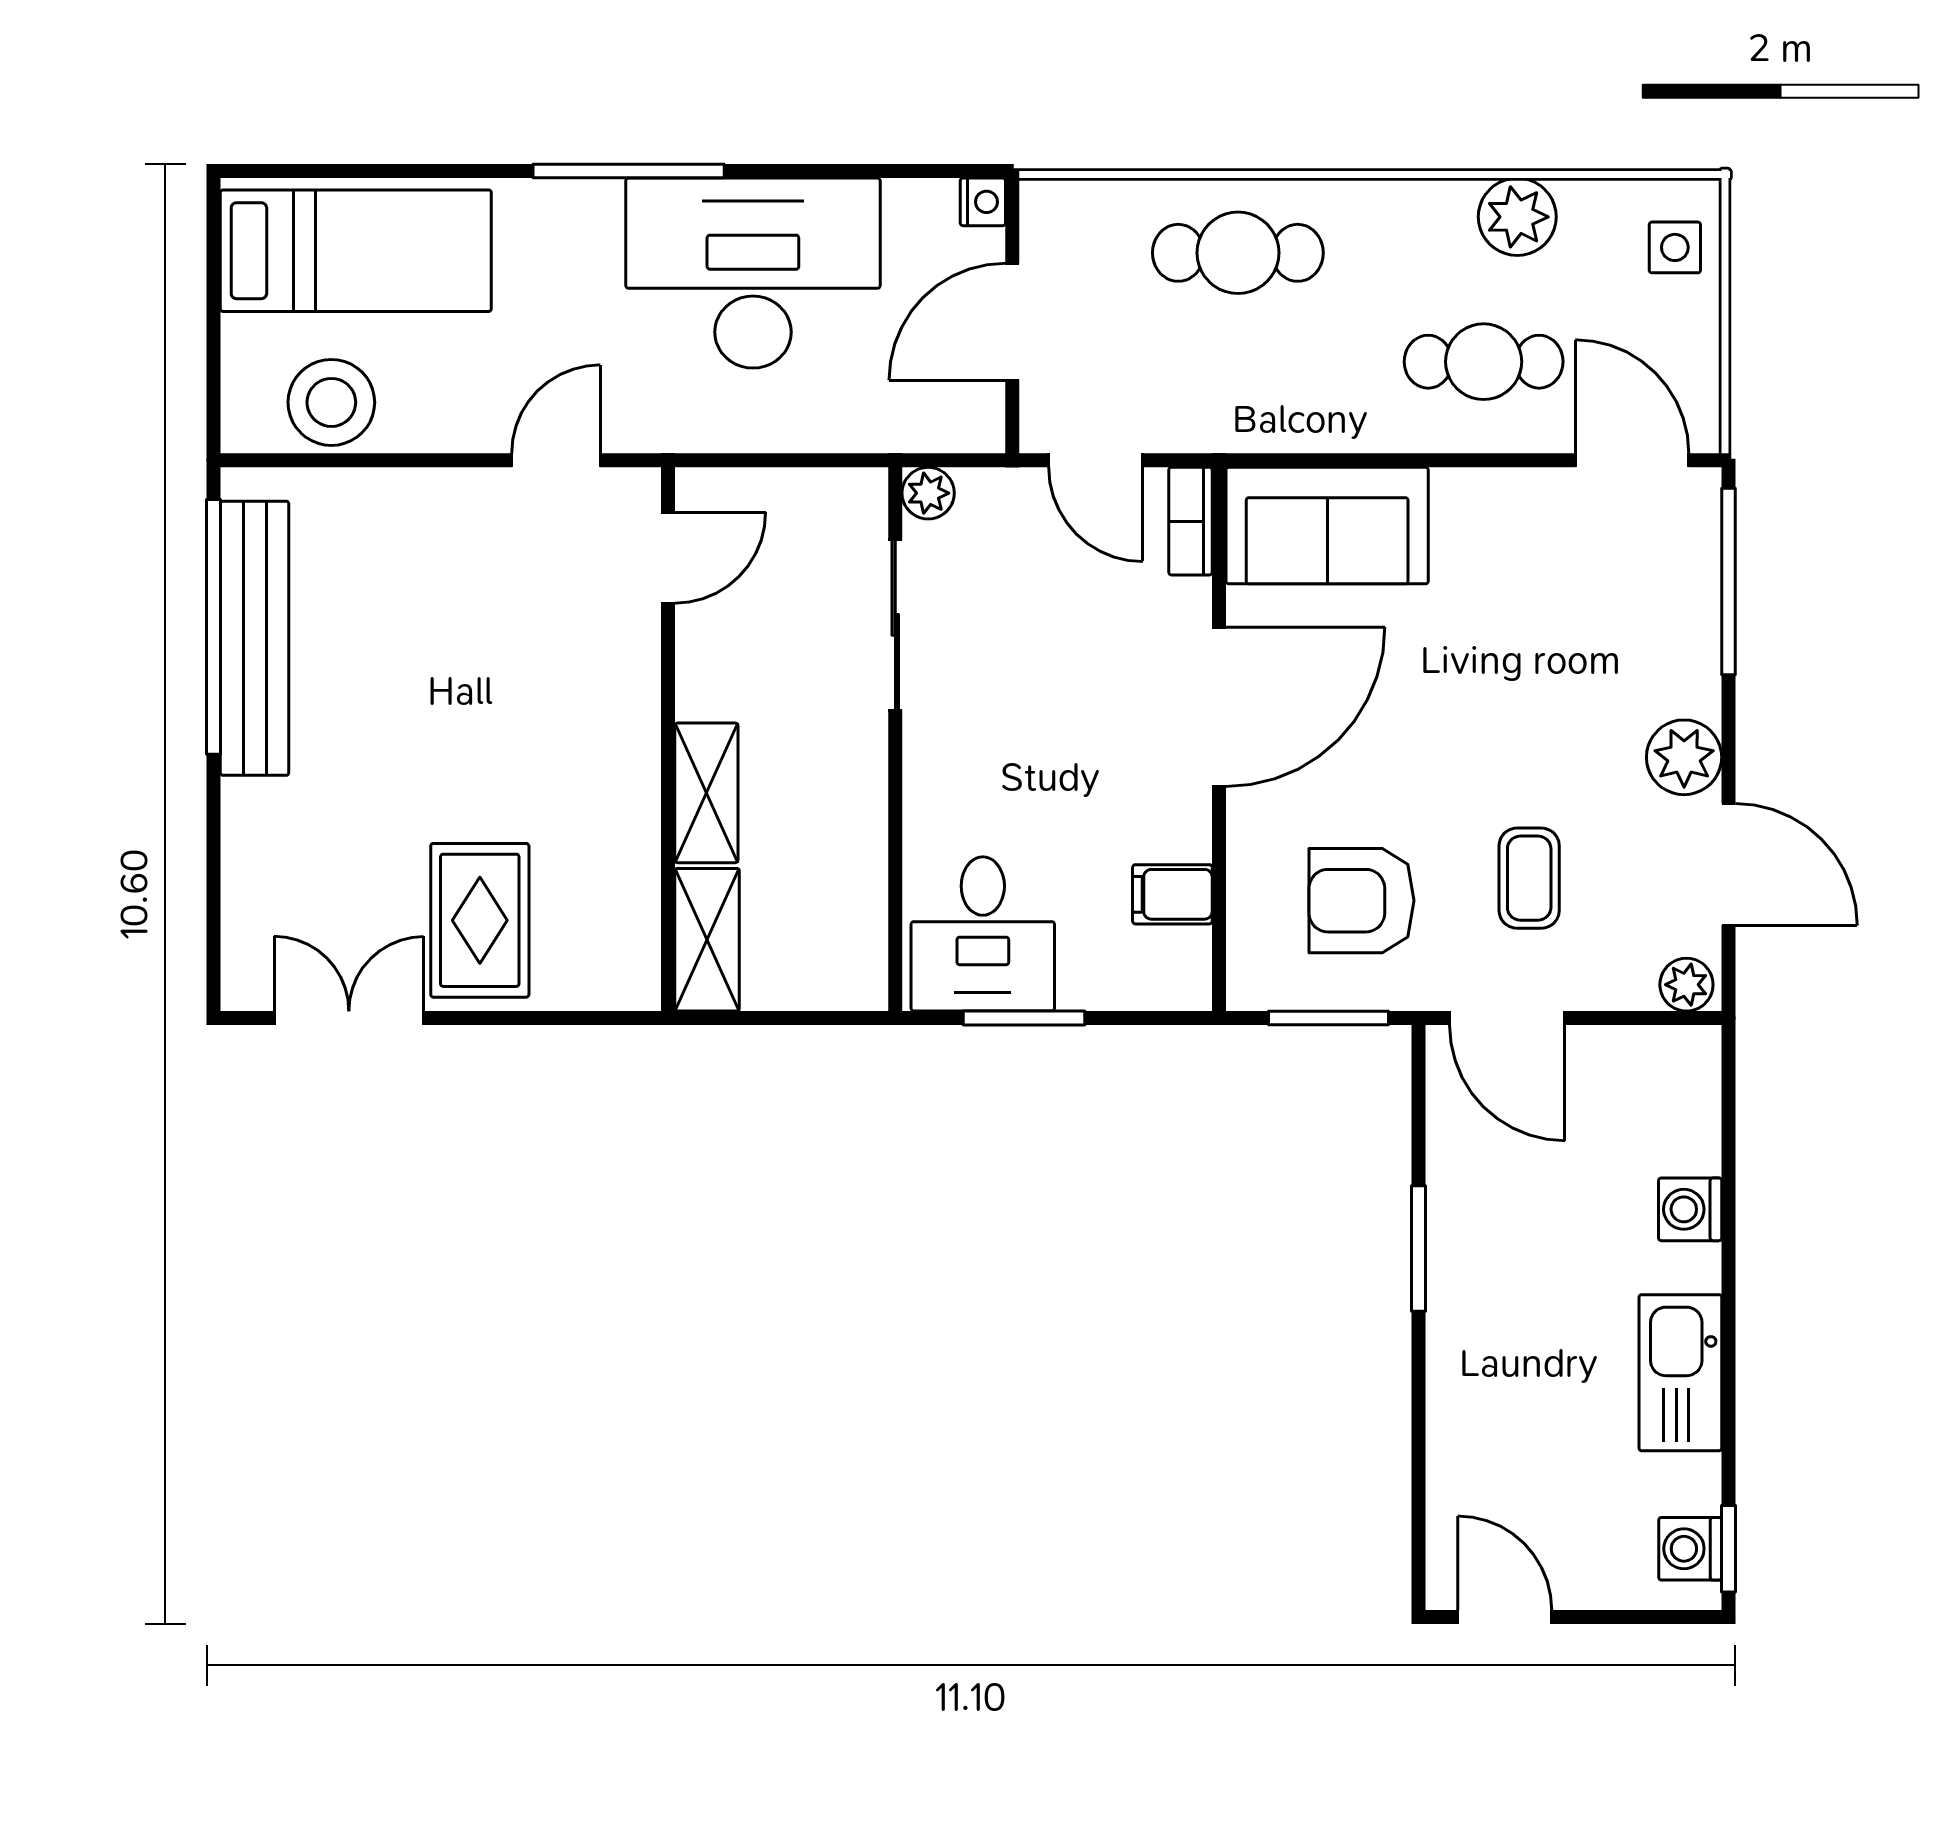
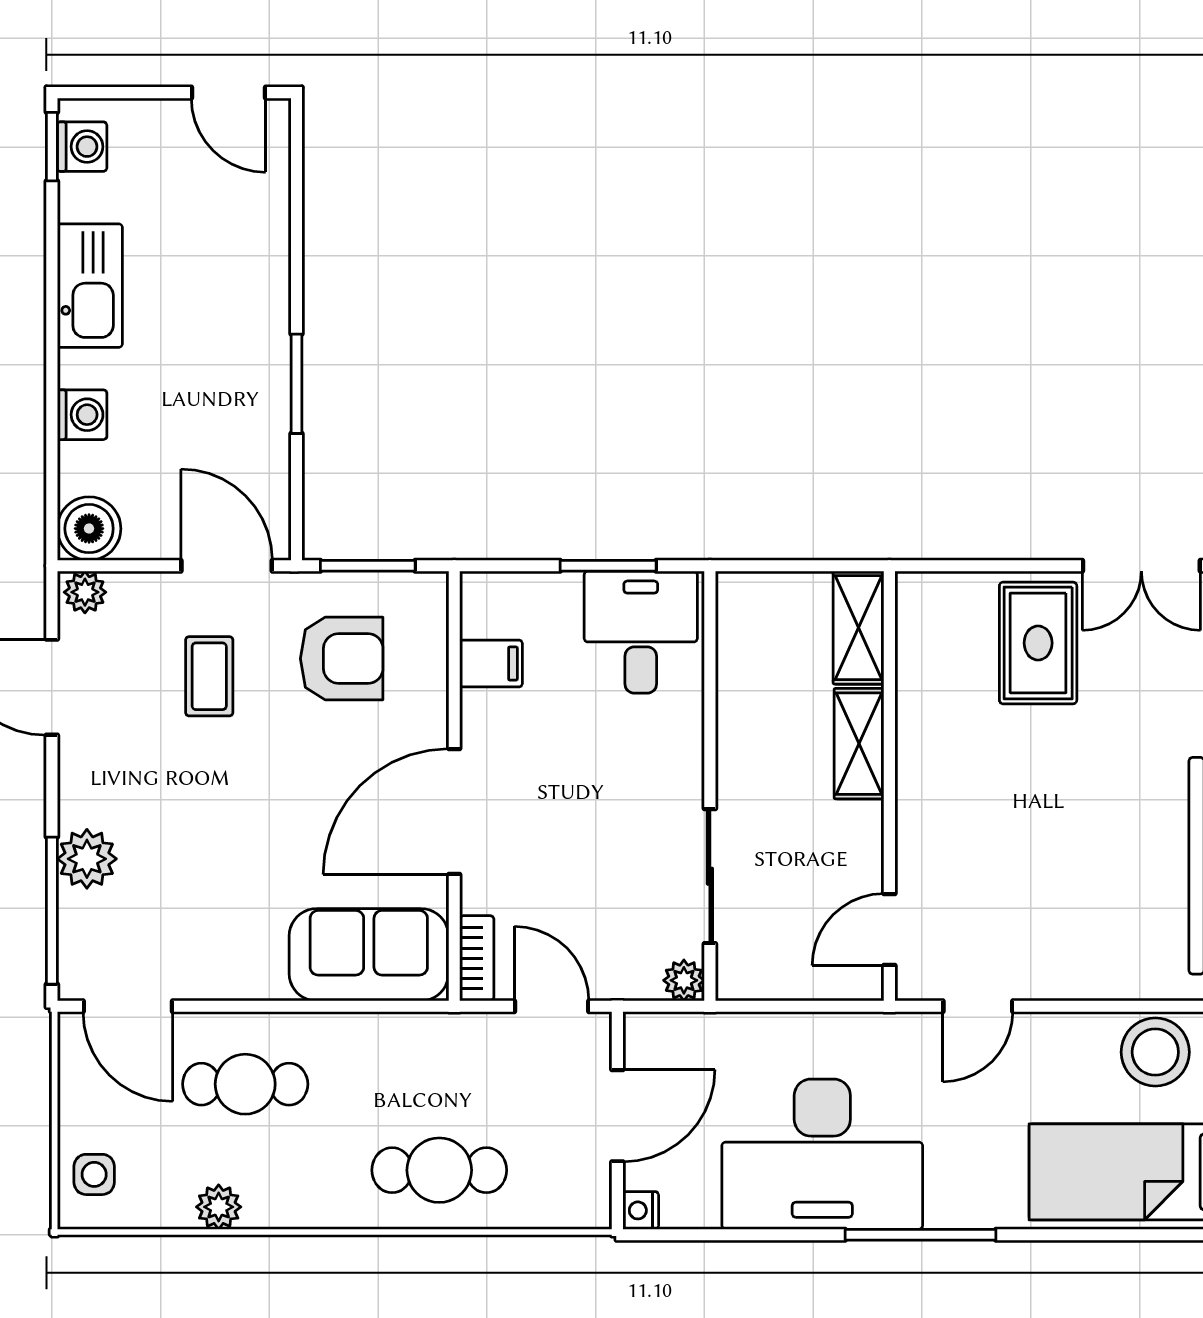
plant: (1517, 217) -> (219, 1207), width x0.73, depth x0.73
plant: (1684, 757) -> (87, 859), moved
boiler: (1681, 1065) -> (89, 529), added

